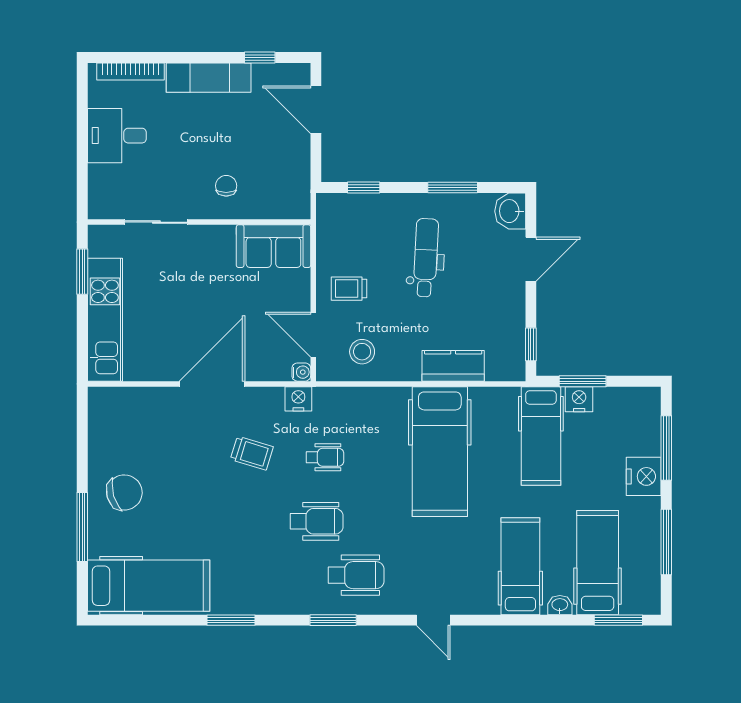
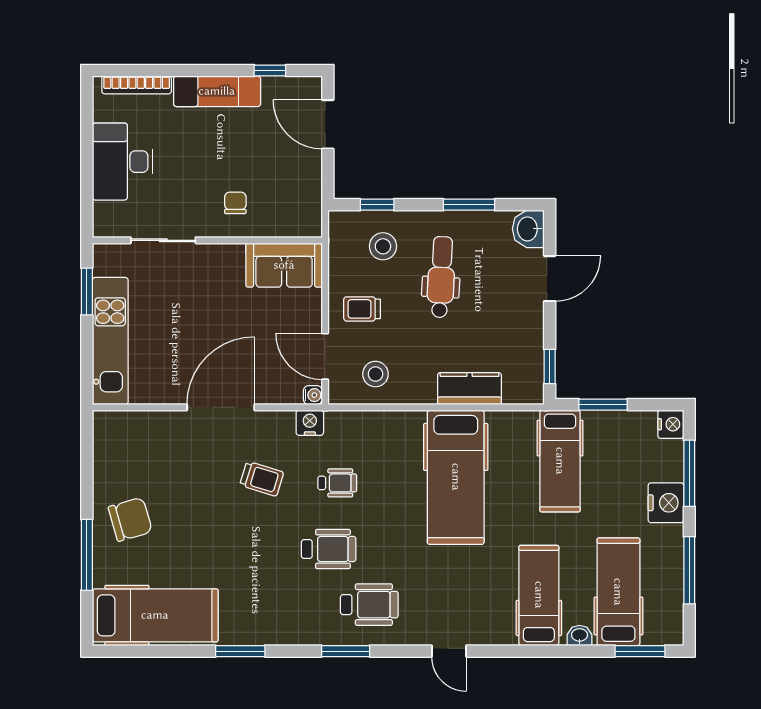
desk: (117, 136) -> (123, 162), width x1.37
stool: (369, 228) -> (383, 246), added
nightstand: (579, 399) -> (671, 424), moved, turned 90

